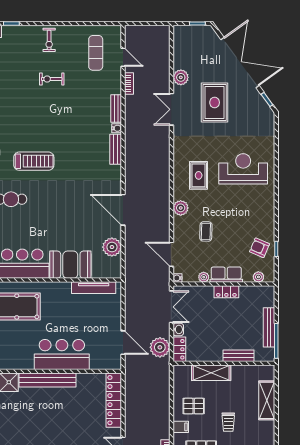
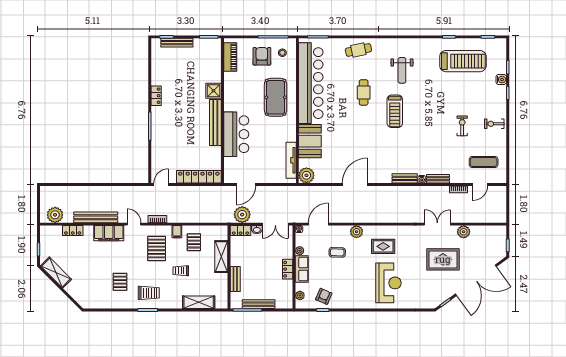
plant: (112, 247) -> (306, 175), moved

